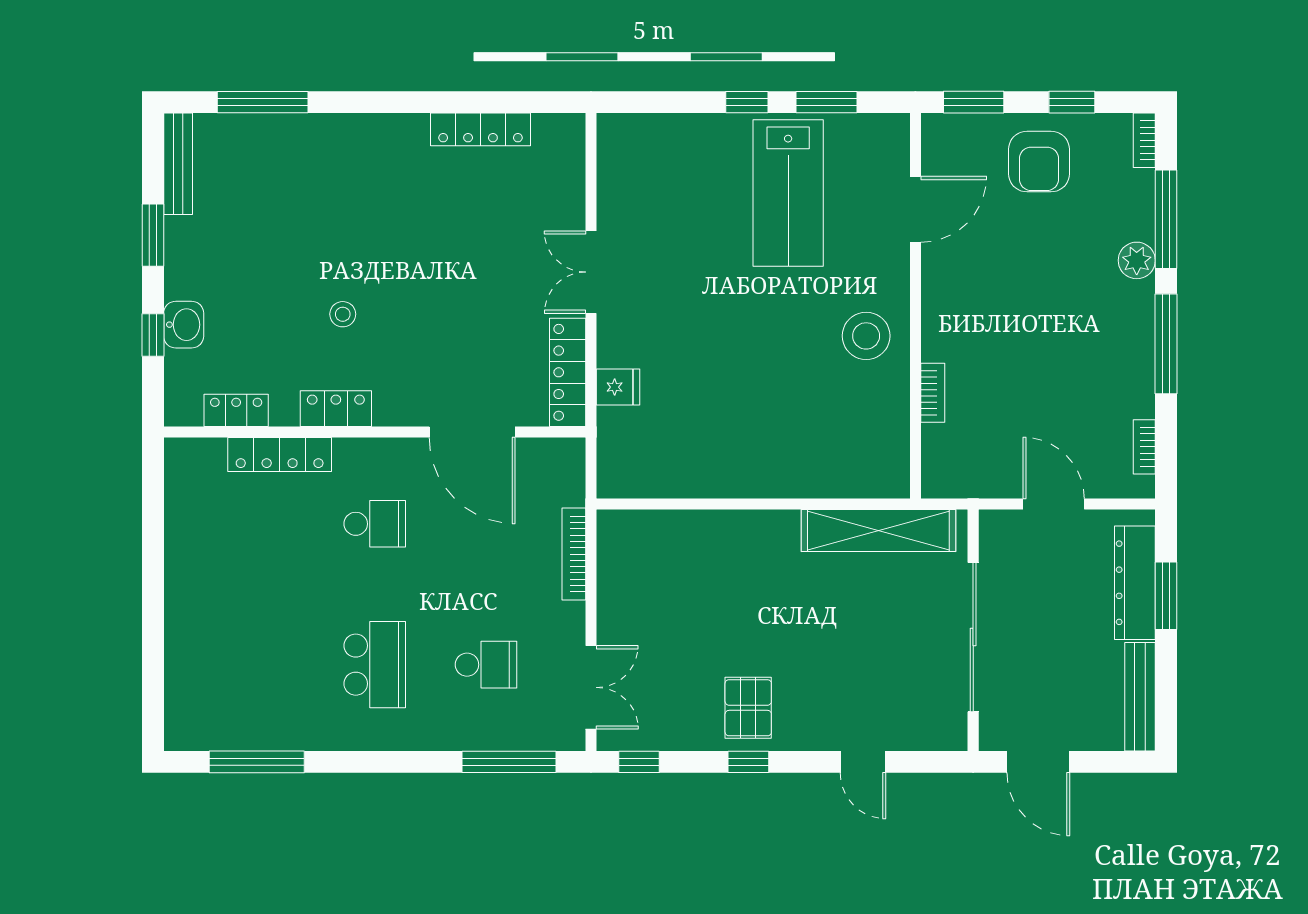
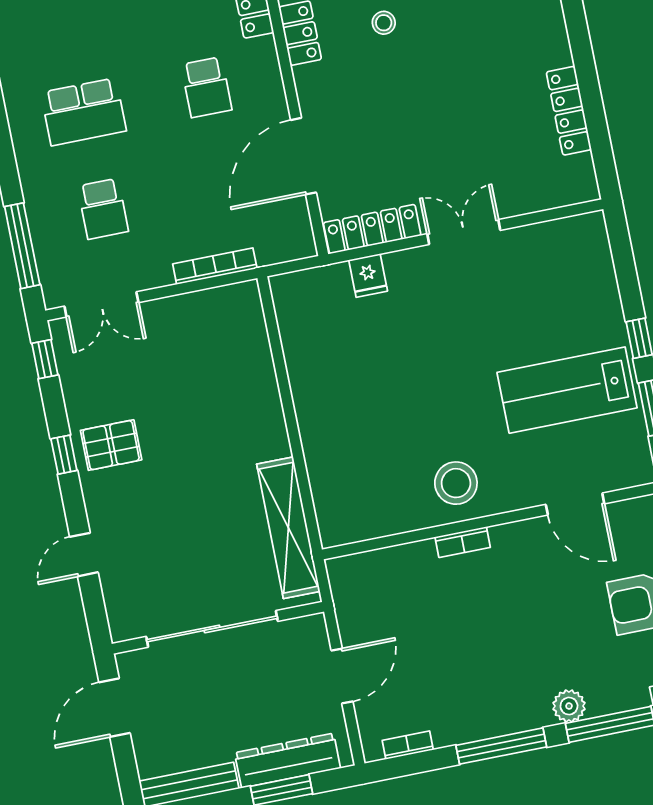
bookcase: (933, 393) -> (463, 542), moved

